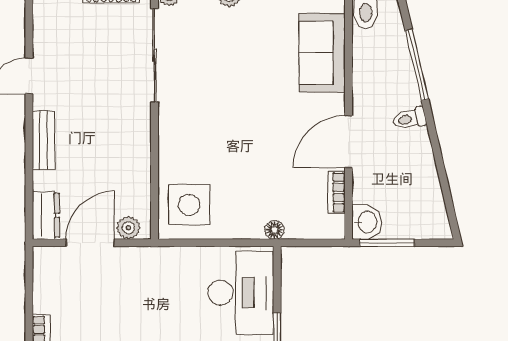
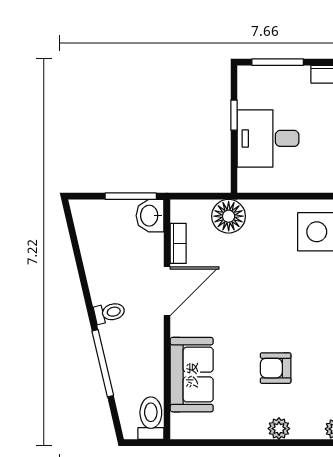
armchair: (233, 60) -> (276, 368), added
floor lamp: (274, 230) -> (229, 216), width x1.89, depth x1.89
desk: (241, 293) -> (268, 138), width x0.73

